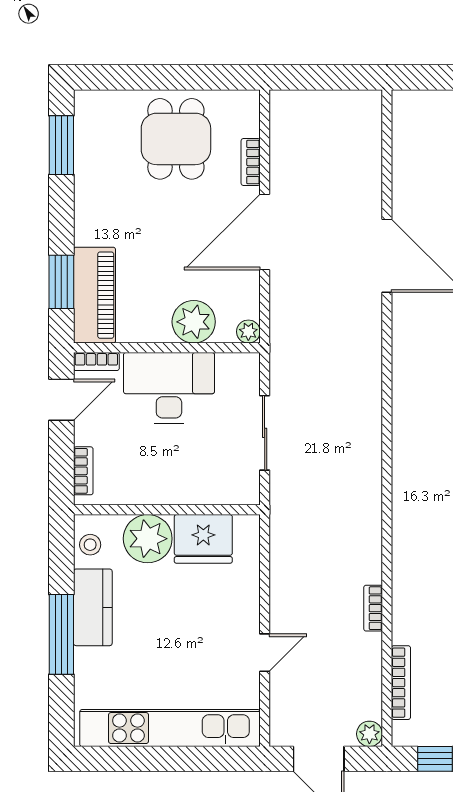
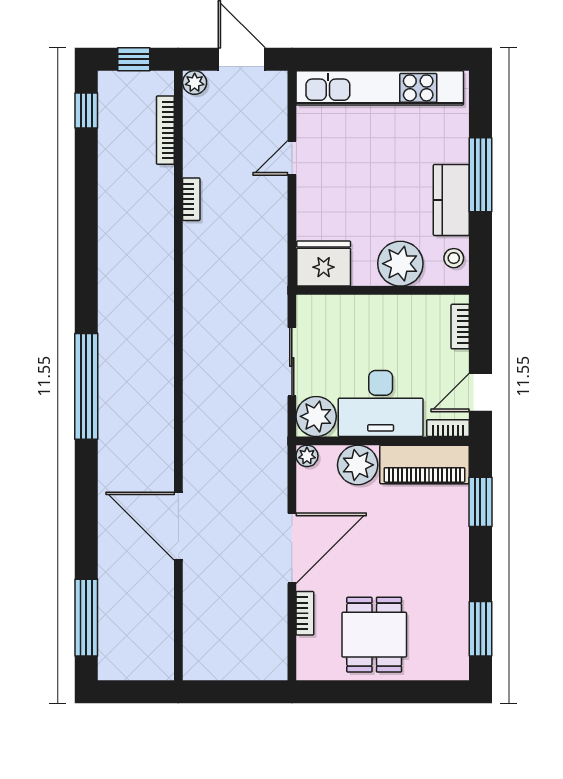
piano: (94, 295) -> (425, 464), moved, turned -90
plant: (238, 374) -> (316, 416), added
fridge: (203, 539) -> (324, 263), moved

